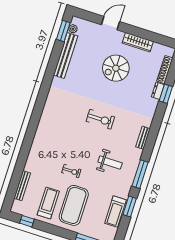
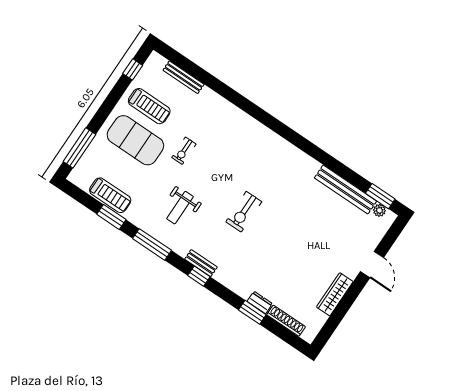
spiral stairs: (116, 68) -> (308, 254), removed
window: (152, 137) -> (199, 276), added
treadmill: (115, 212) -> (110, 195), turned 180

